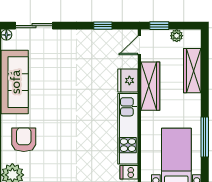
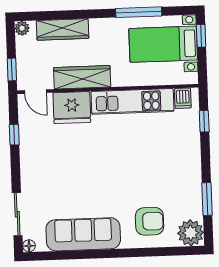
plant: (177, 36) -> (22, 28), moved
fridge: (128, 80) -> (72, 108), width x1.36, depth x1.34
armchair: (24, 140) -> (150, 221), turned 180

